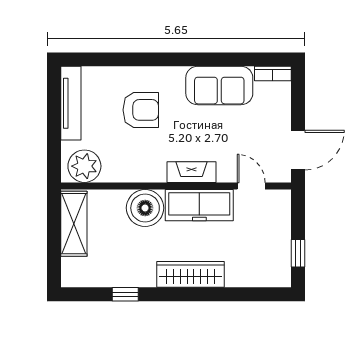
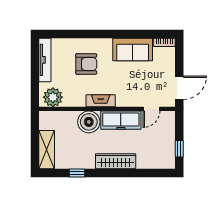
fireplace: (191, 172) -> (101, 101), moved
door: (251, 186) -> (151, 109), swing flipped
shelving: (74, 224) -> (47, 150), moved

